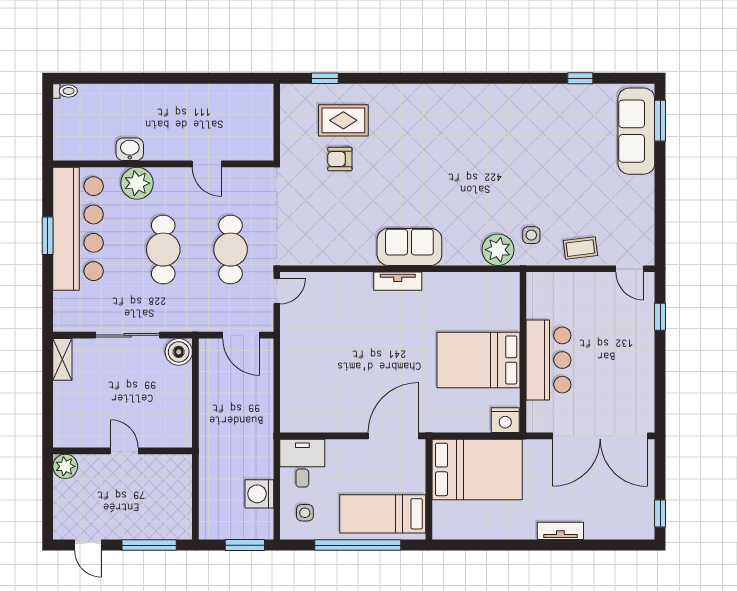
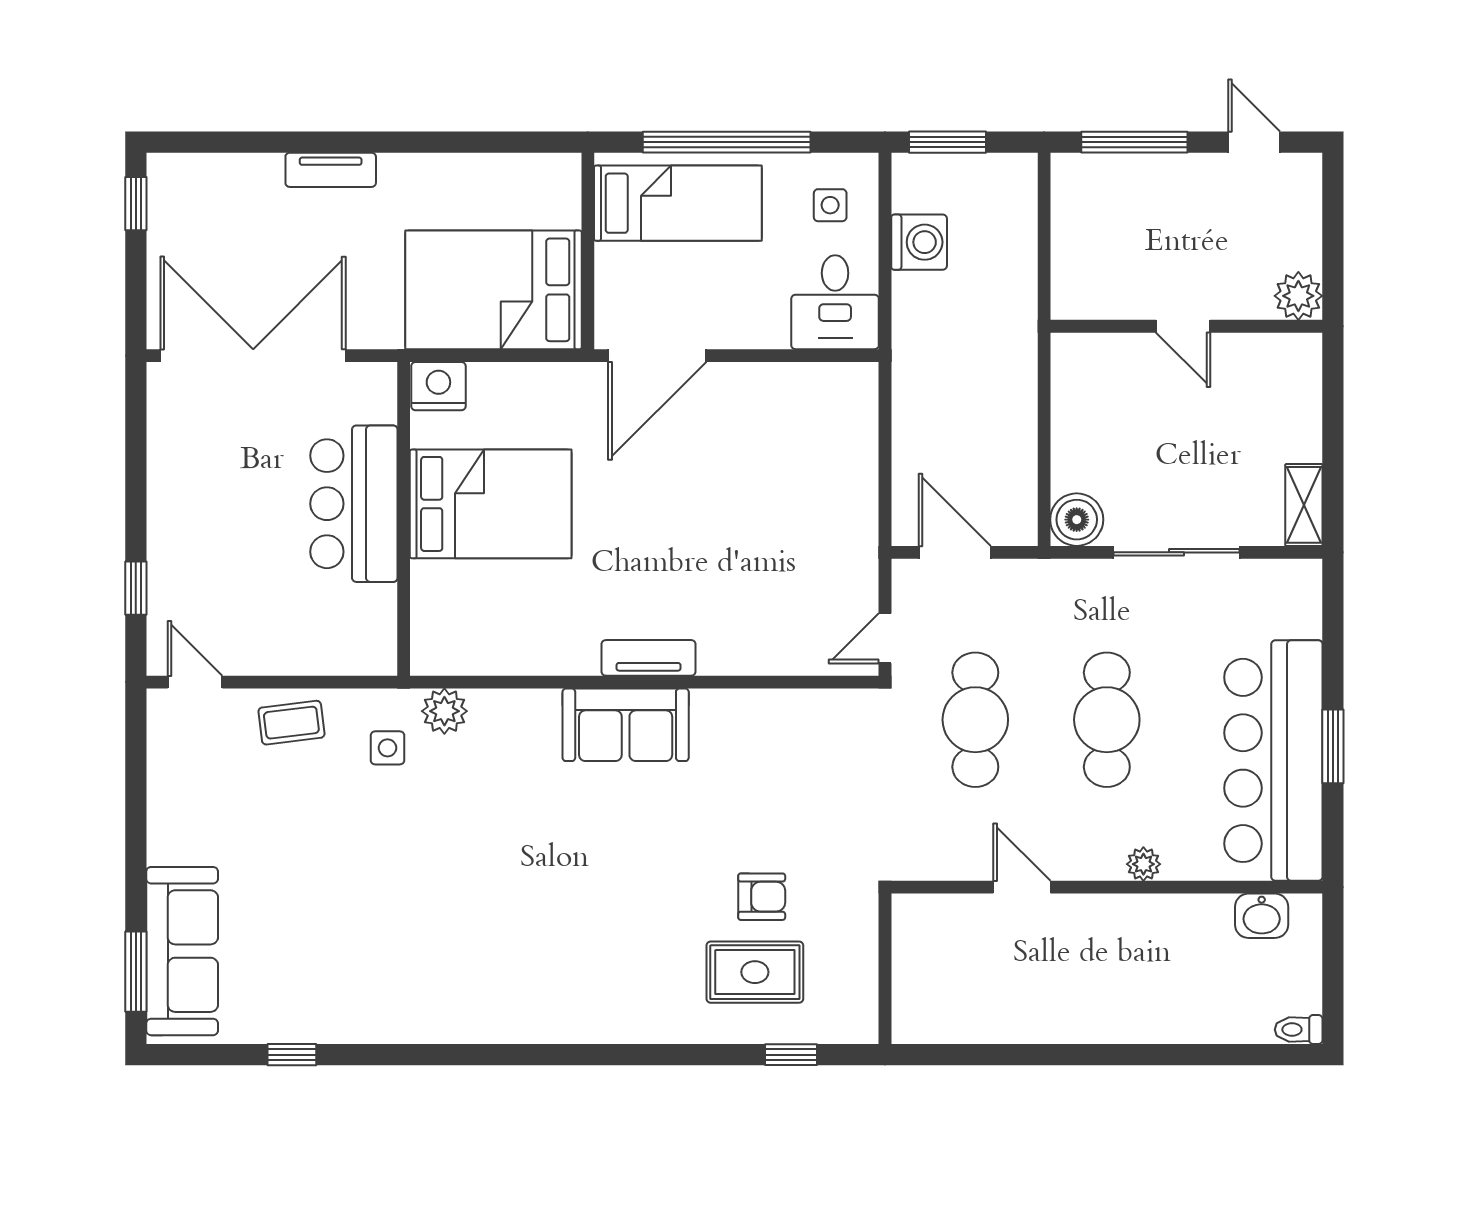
washbasin: (130, 149) -> (1262, 916), moved
plant: (137, 183) -> (1143, 864), width x0.53, depth x0.53
plant: (498, 250) -> (444, 711), width x0.73, depth x0.73

